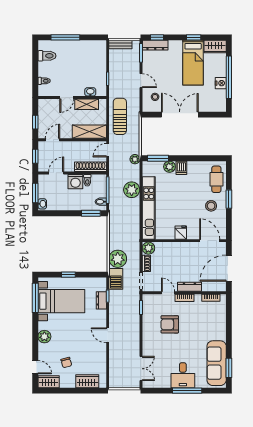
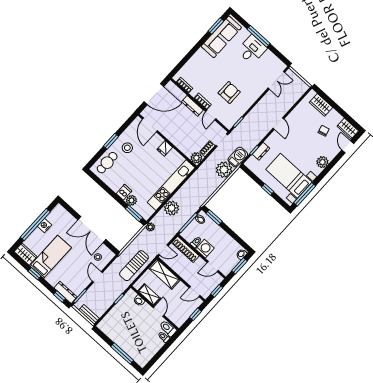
toilet: (47, 56) -> (168, 328), moved
door: (67, 98) -> (159, 311), hinge flipped
armchair: (170, 324) -> (229, 92), turned -90
double door: (141, 369) -> (276, 80), swing flipped

